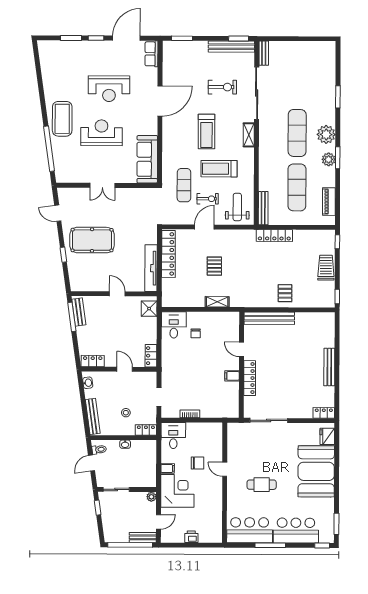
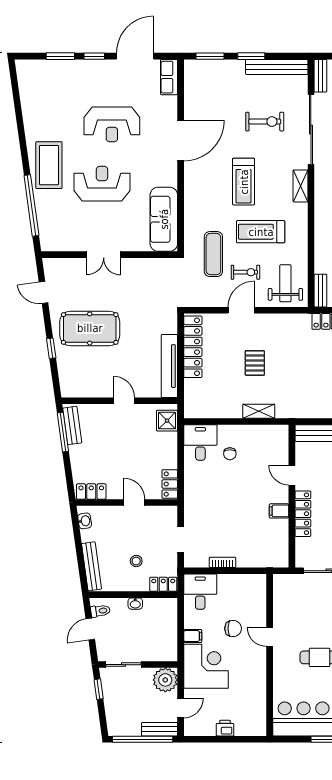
window: (239, 39) -> (251, 56), moved
bench: (263, 208) -> (320, 291), width x0.73
plant: (151, 497) -> (165, 680), width x1.88, depth x1.88

